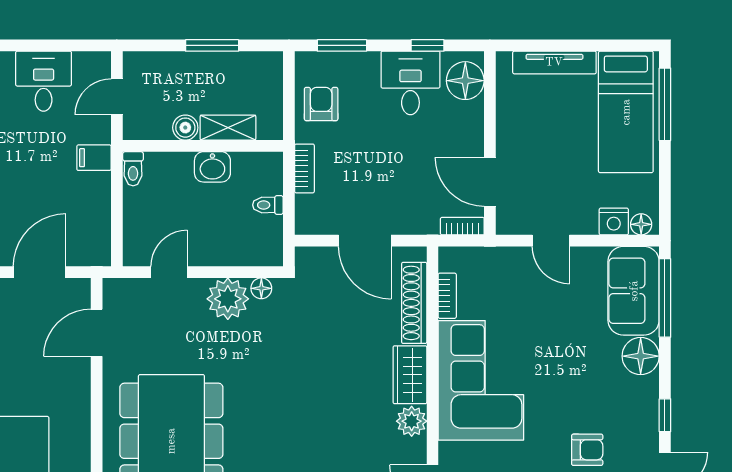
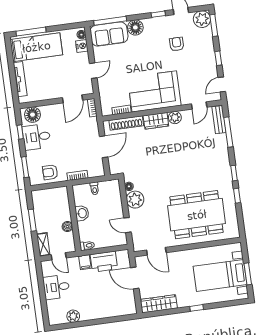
shelving: (228, 128) -> (43, 244), moved
printer: (89, 203) -> (104, 262), added

